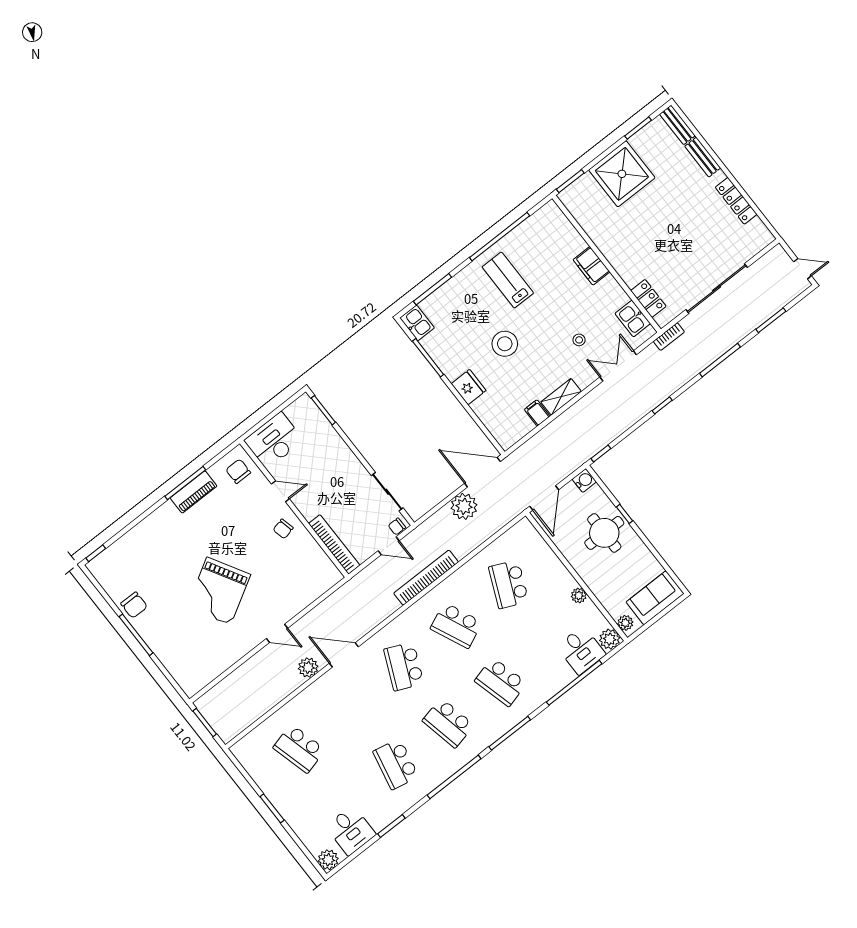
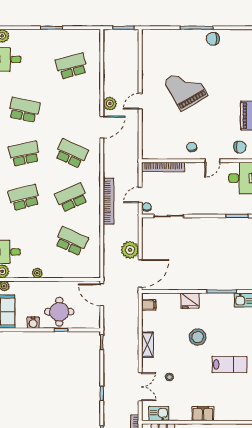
filing cabinet: (537, 413) -> (149, 305), moved
water cooler: (584, 480) -> (33, 323), moved

